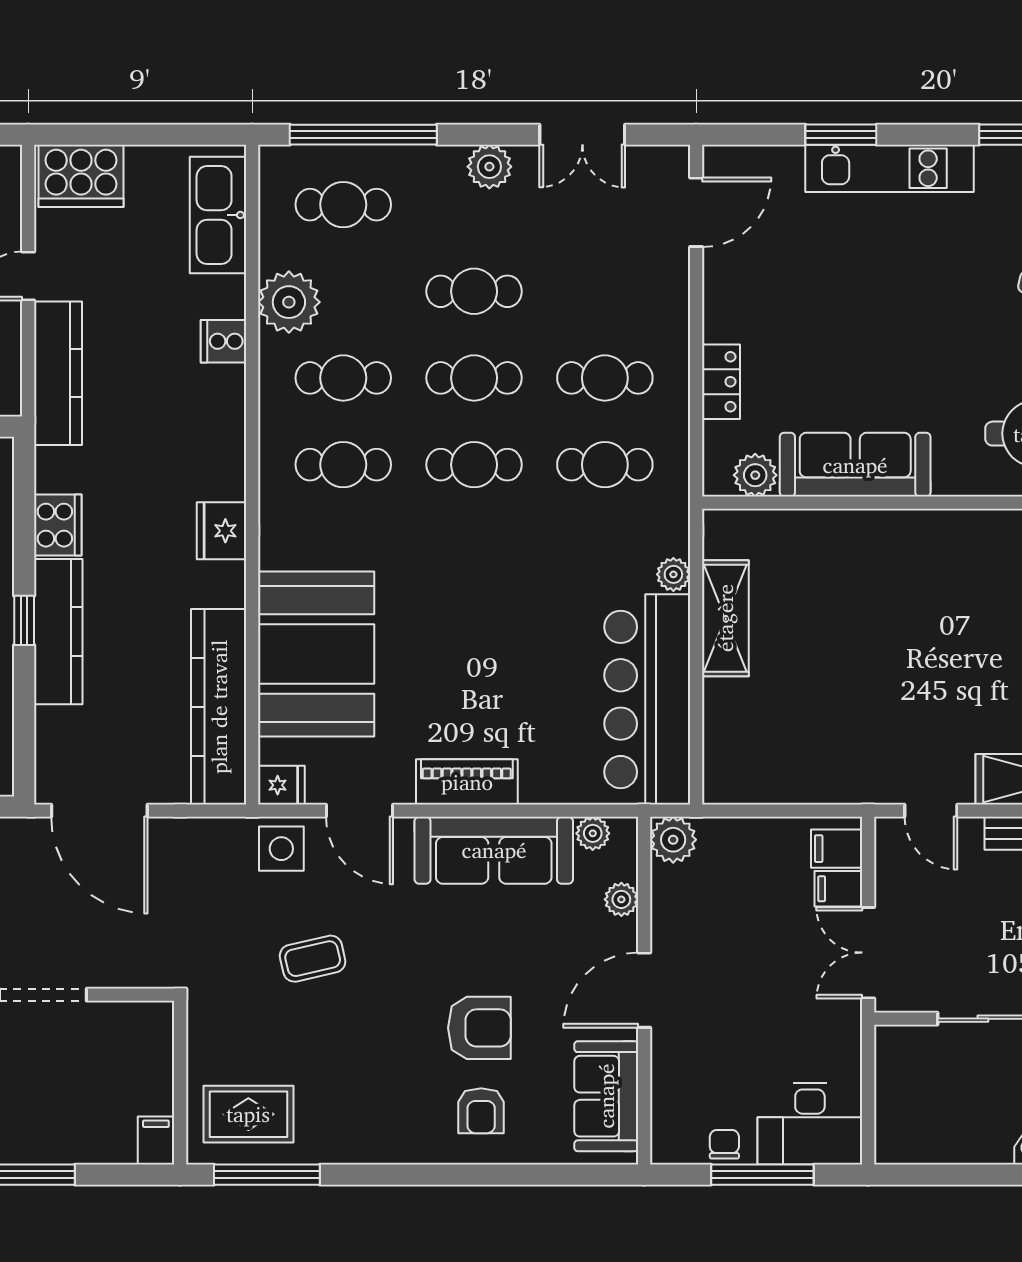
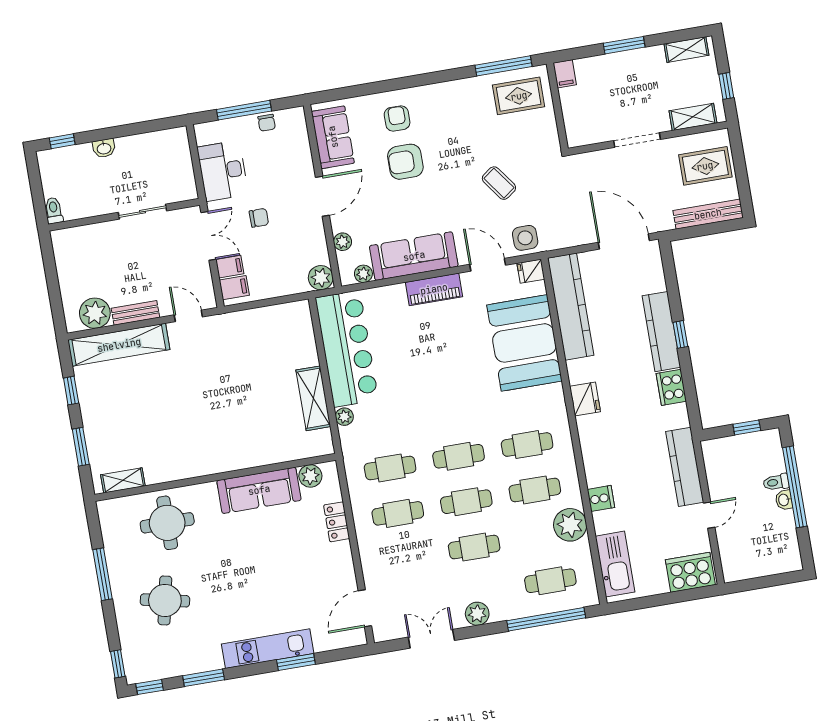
coffee table: (313, 959) -> (499, 183), turned 67
chair: (769, 970) -> (259, 218), added
desk: (810, 1124) -> (223, 171), moved, turned -90

